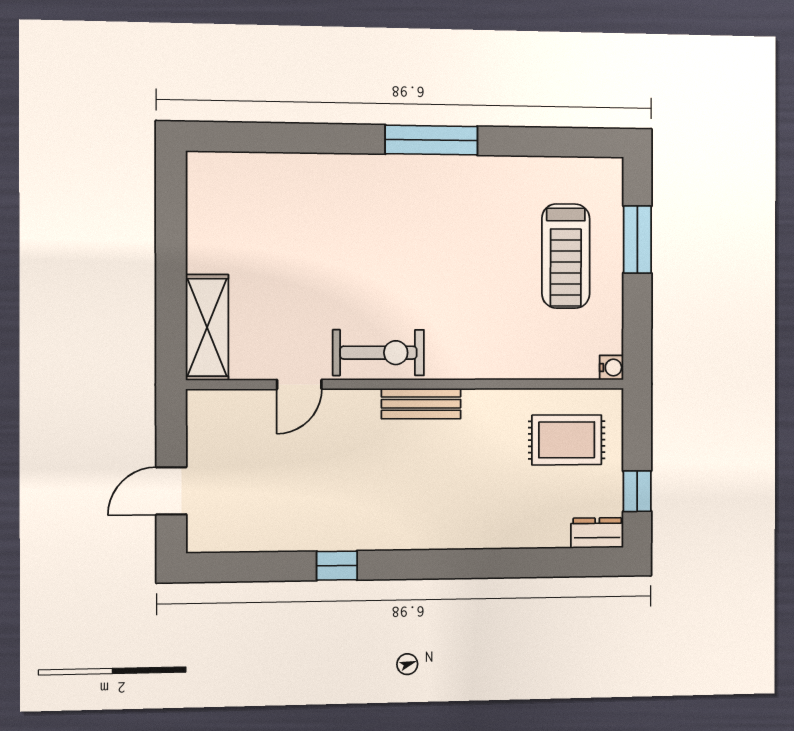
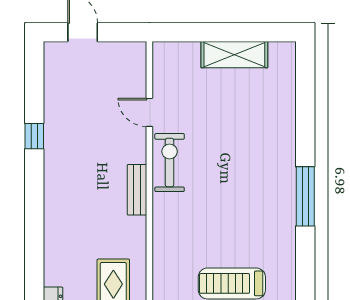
shelving: (207, 327) -> (234, 55), moved
exercise bike: (378, 353) -> (170, 163), turned 180

